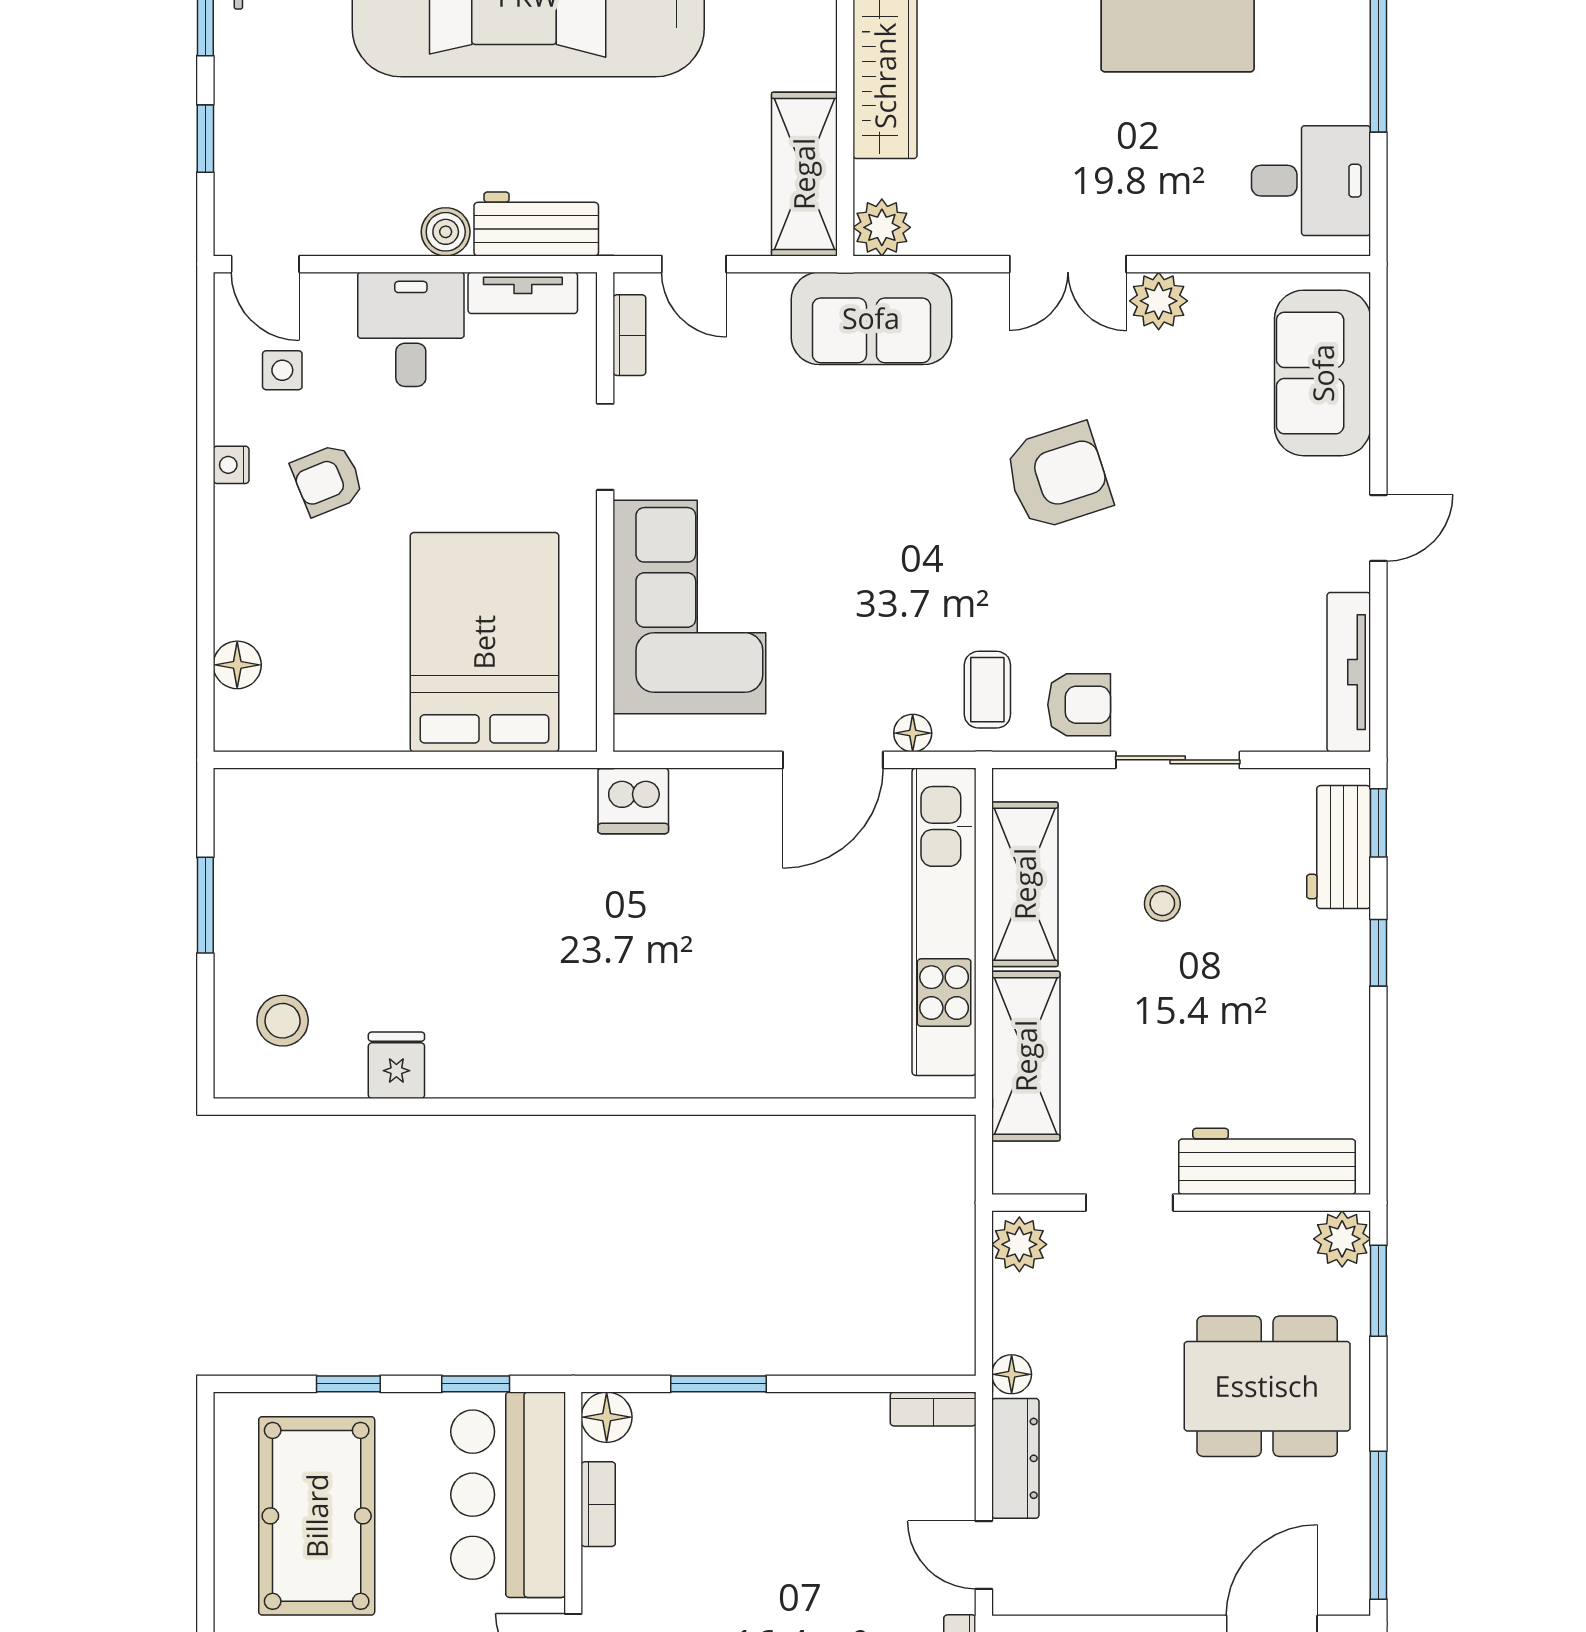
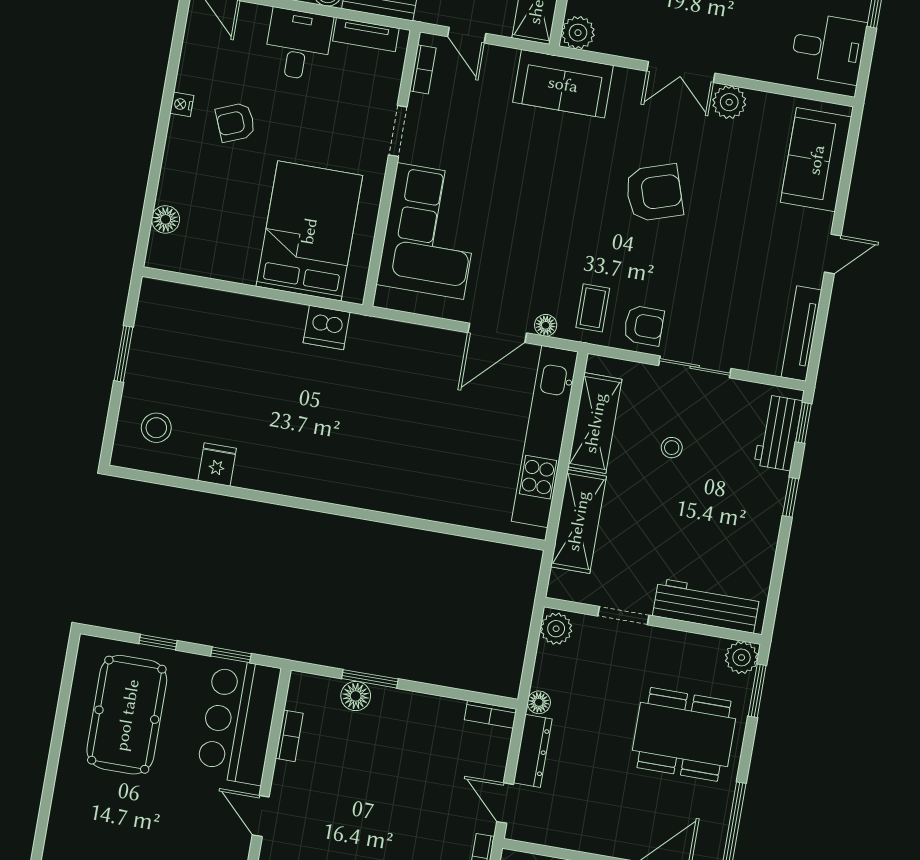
side table: (282, 370) -> (220, 55), removed
dishwasher: (633, 801) -> (326, 327), moved
floor lamp: (607, 1417) -> (356, 696), moved

